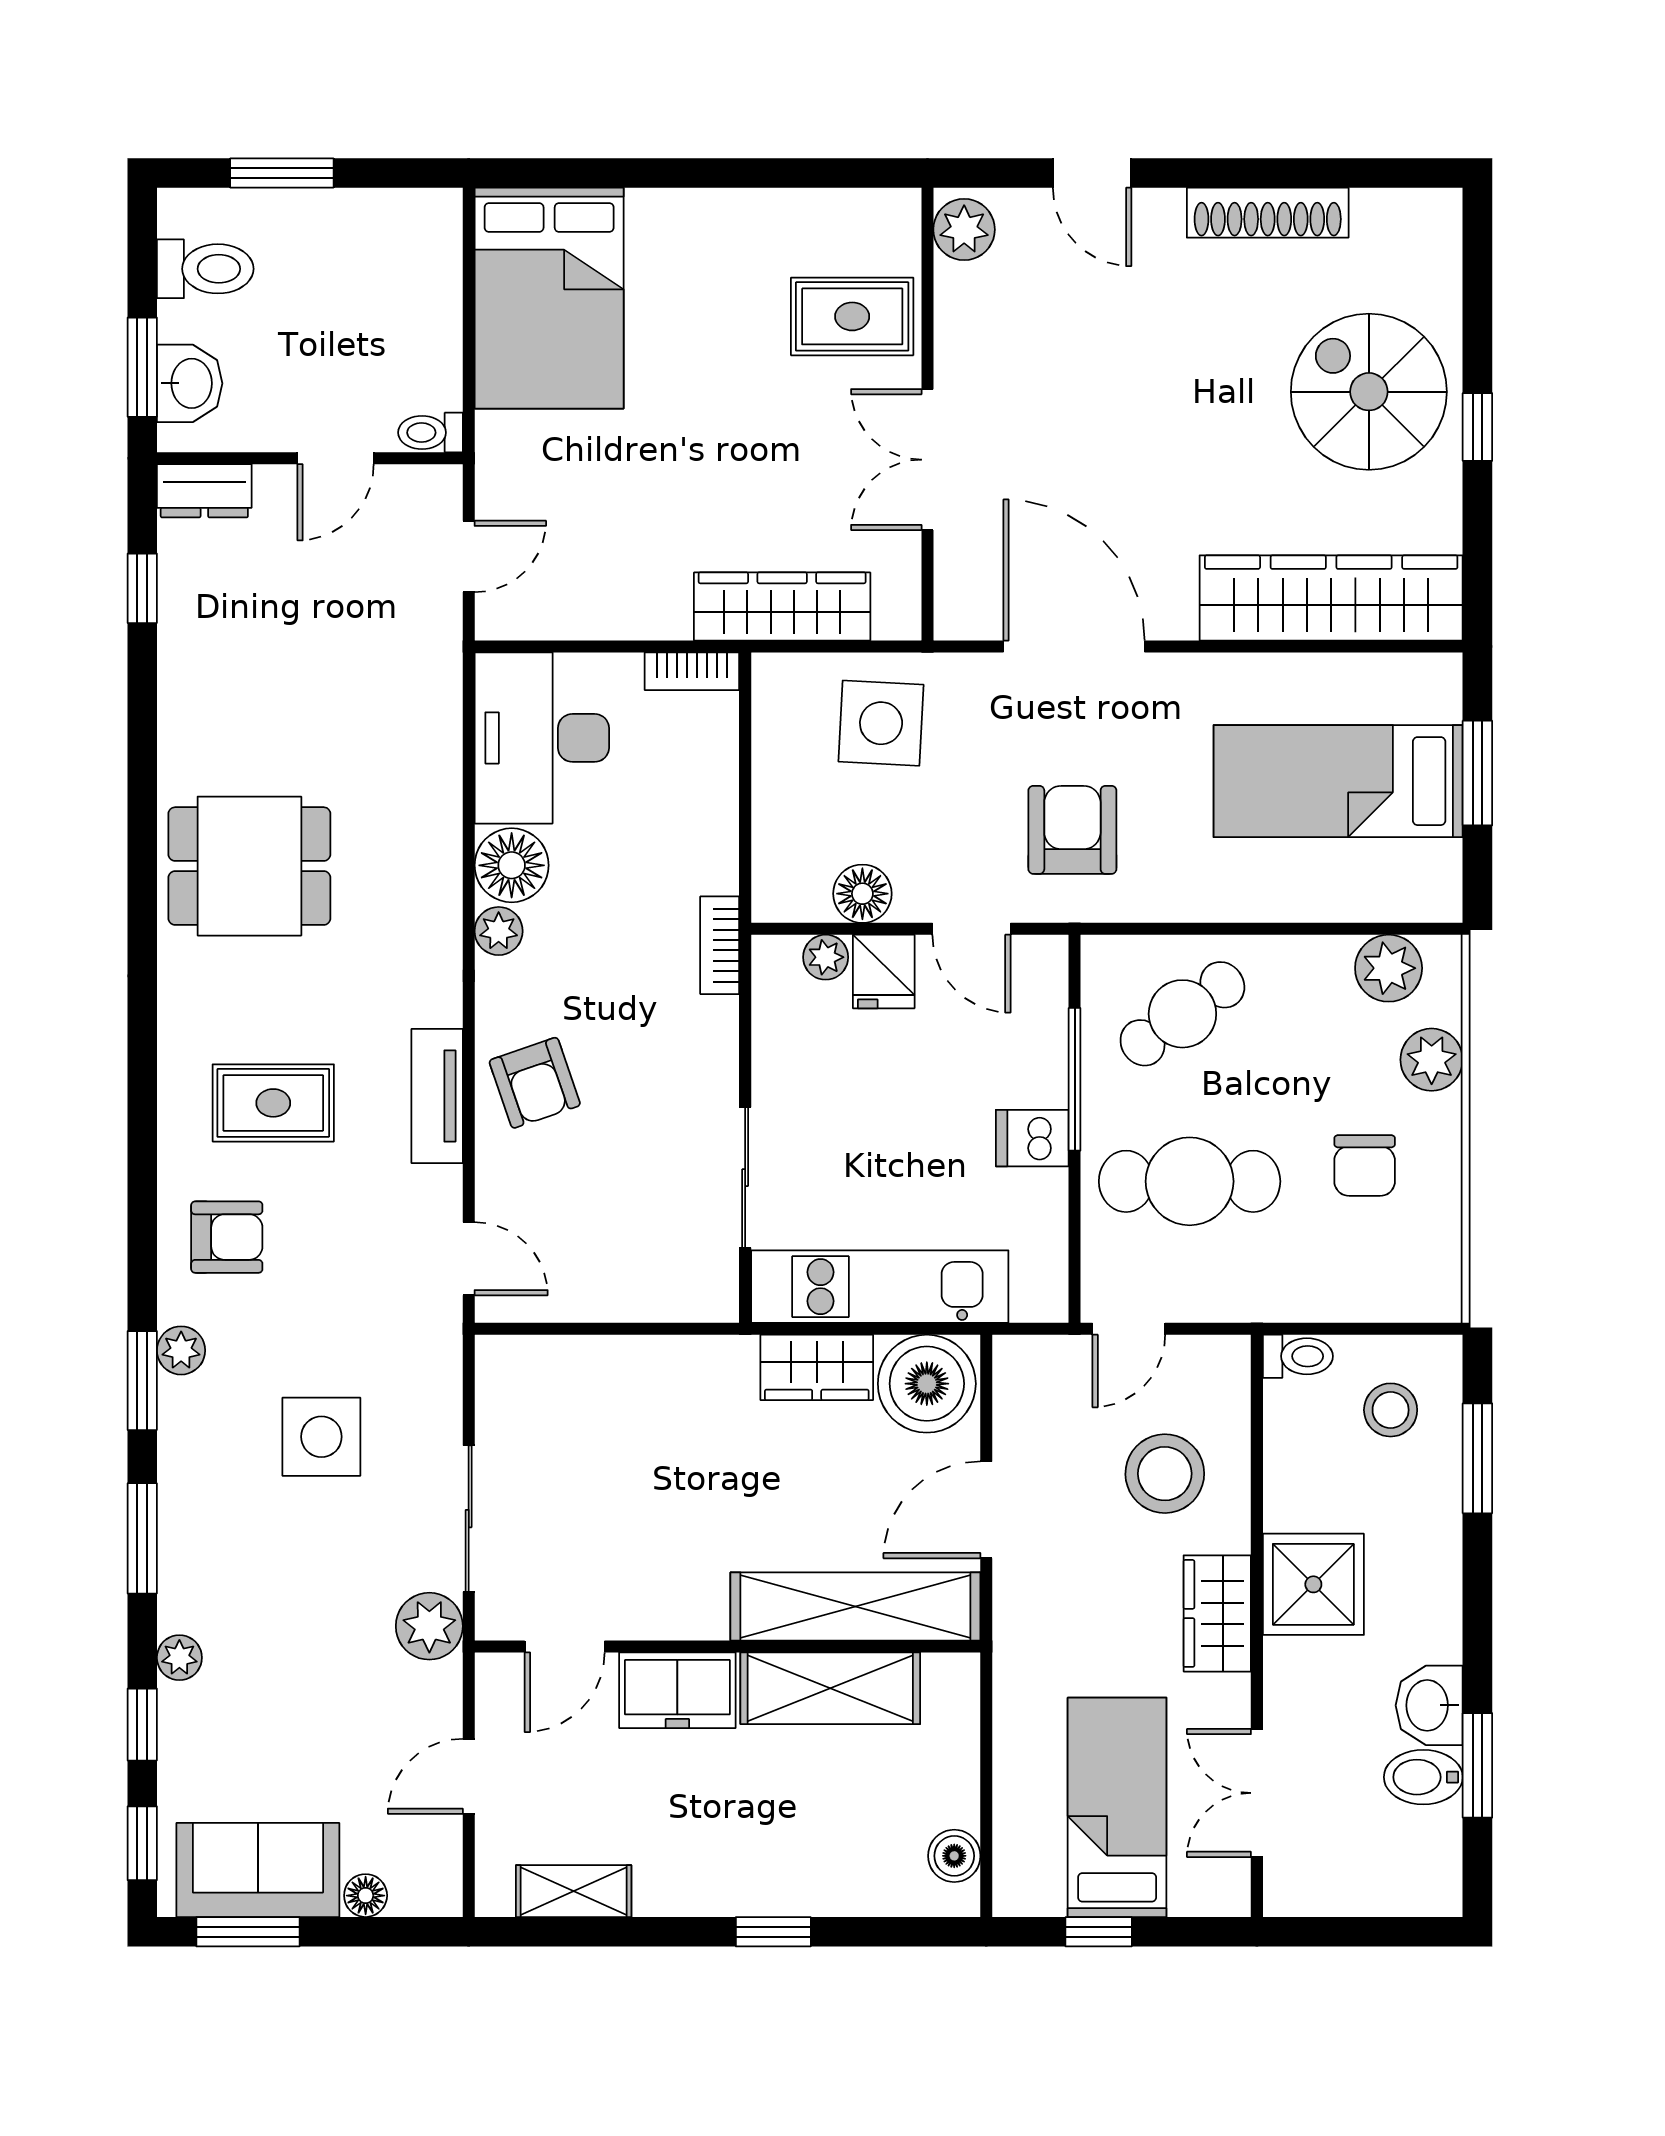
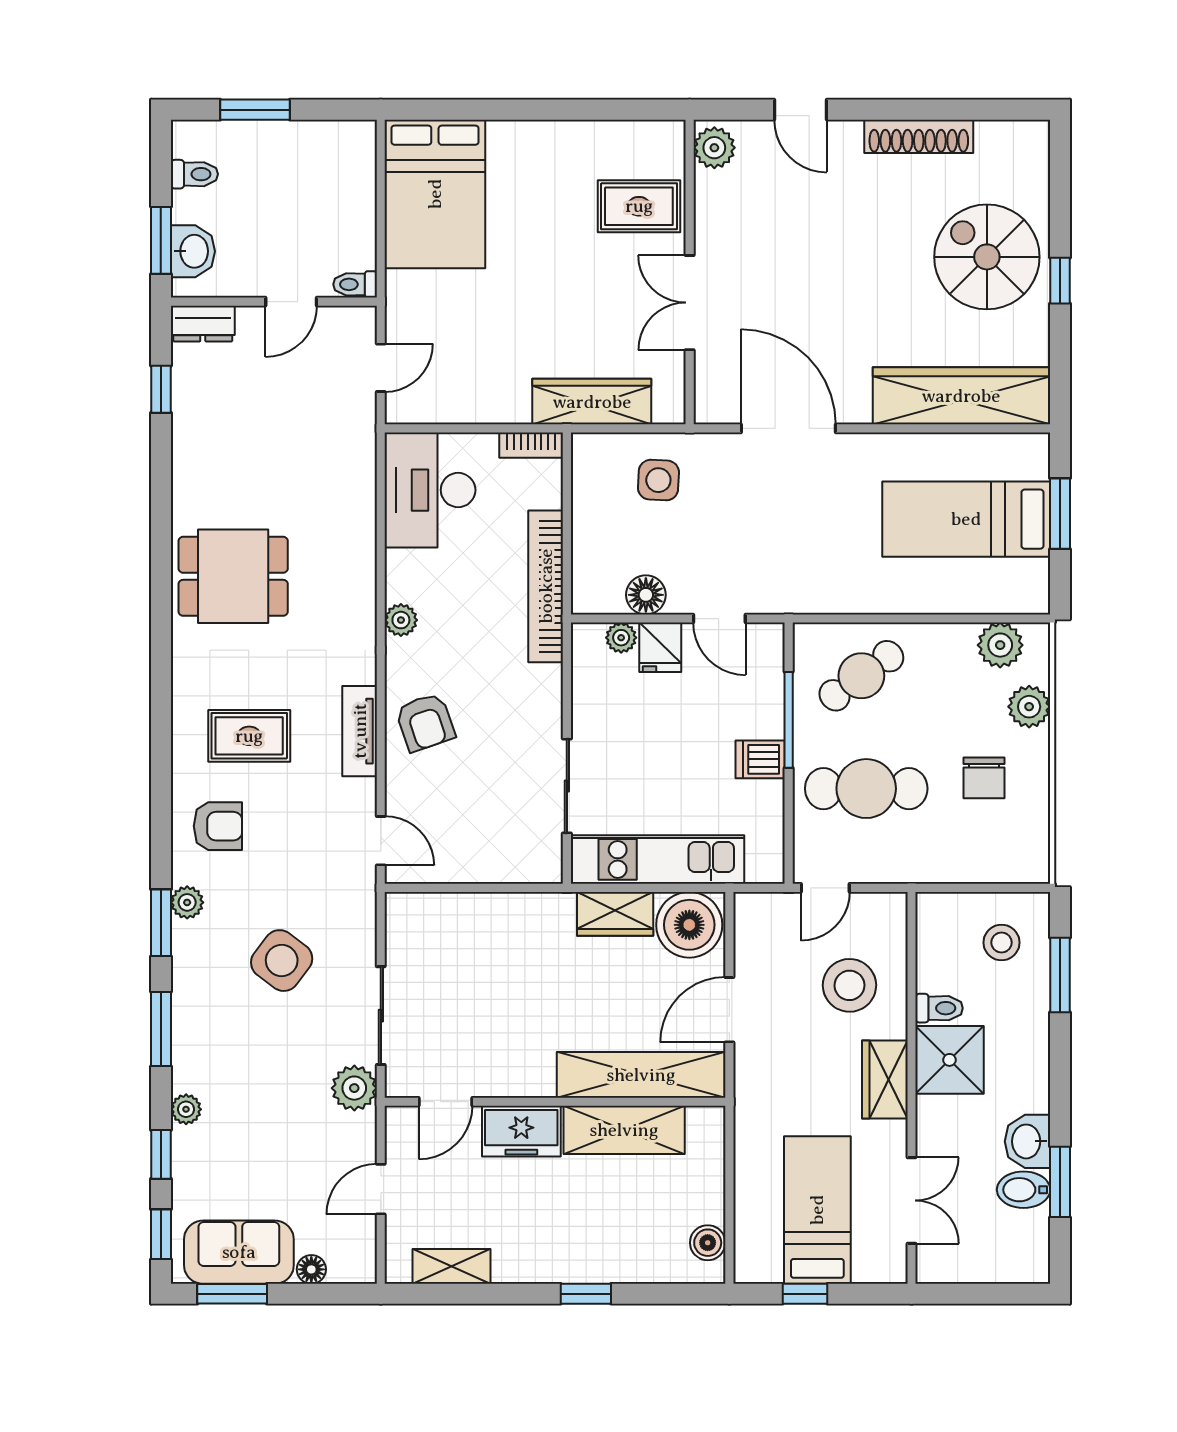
toilet: (205, 269) -> (194, 174), width x0.73, depth x0.72
side table: (881, 723) -> (658, 480), width x0.73, depth x0.73
armchair: (1072, 830) -> (787, 552), removed
floor lamp: (512, 865) -> (410, 576), removed
bookcase: (720, 945) -> (546, 586), width x2.31, depth x1.31
toilet: (1298, 1356) -> (939, 1008), moved
side table: (321, 1437) -> (282, 961), turned 37
double door: (1257, 1793) -> (911, 1200), swing flipped

